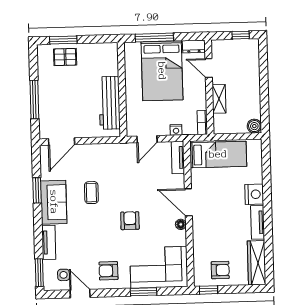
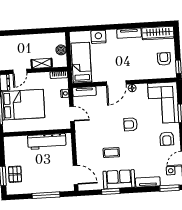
boiler: (254, 126) -> (61, 50), moved
nightstand: (254, 194) -> (98, 37), moved

